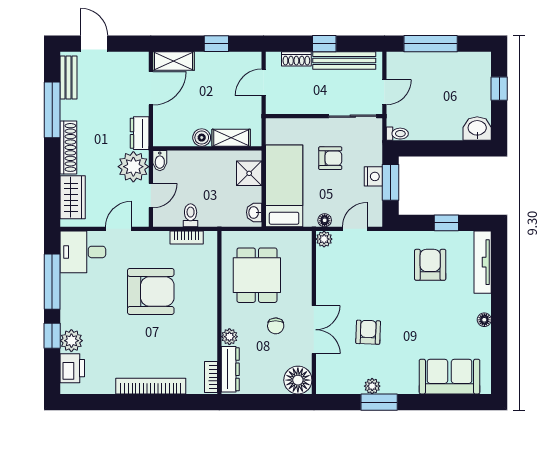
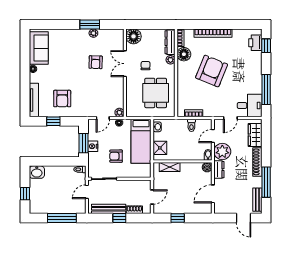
shelving: (174, 61) -> (201, 209), removed
boiler: (202, 138) -> (207, 167), moved
armchair: (151, 291) -> (212, 71), moved, turned 112
window: (52, 336) -> (266, 46), moved
plant: (71, 341) -> (256, 58), removed
floor lamp: (205, 347) -> (184, 54), added
sofa: (449, 377) -> (39, 48), moved, turned -90

